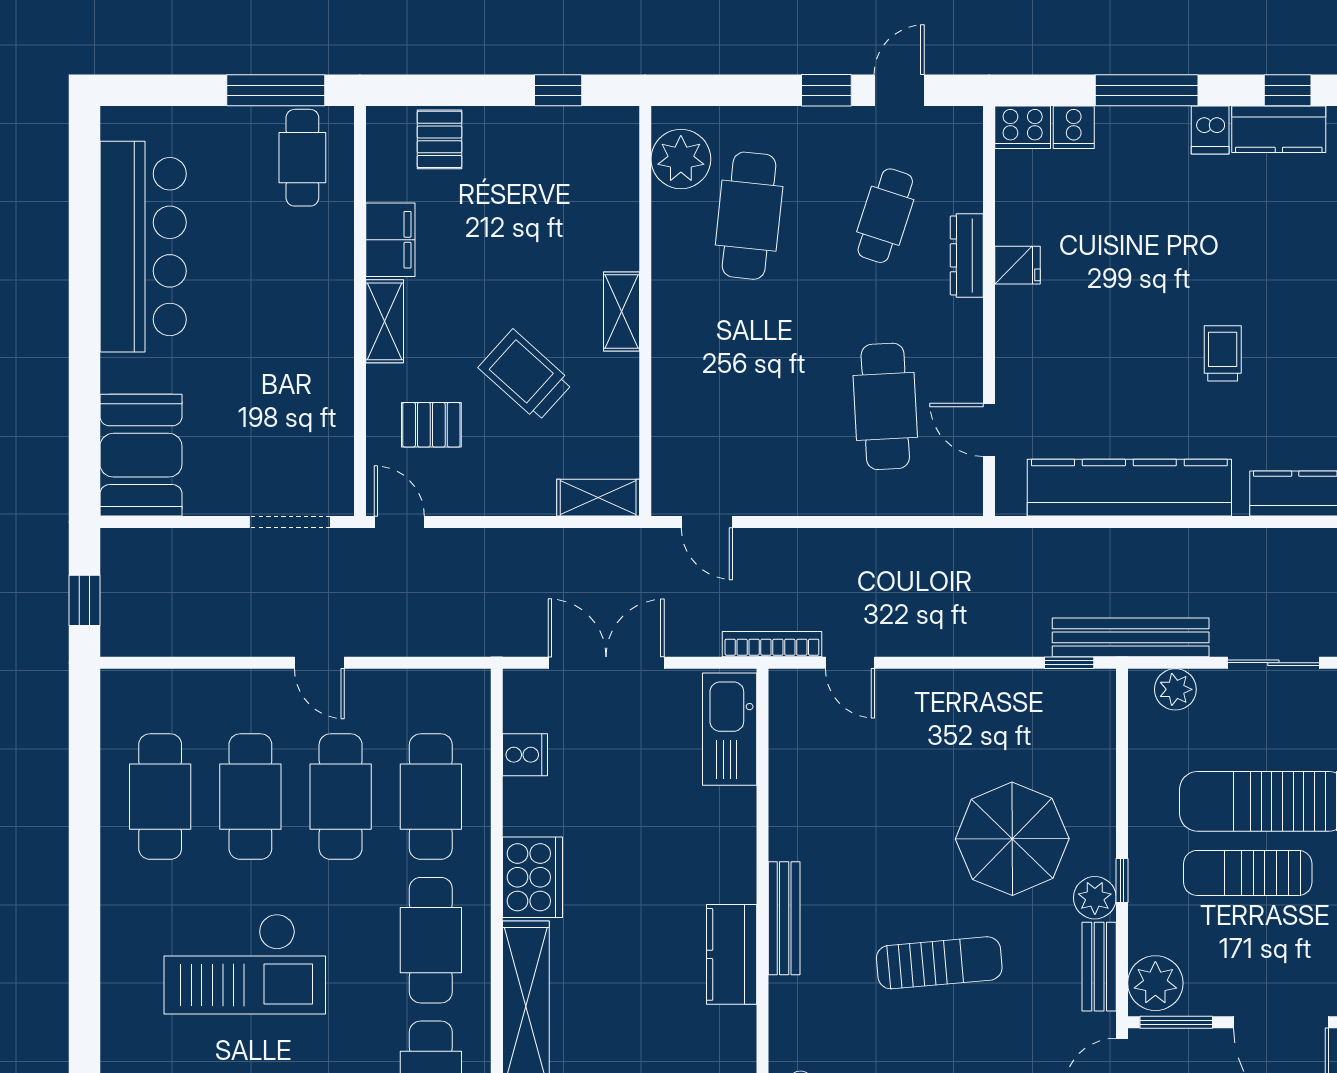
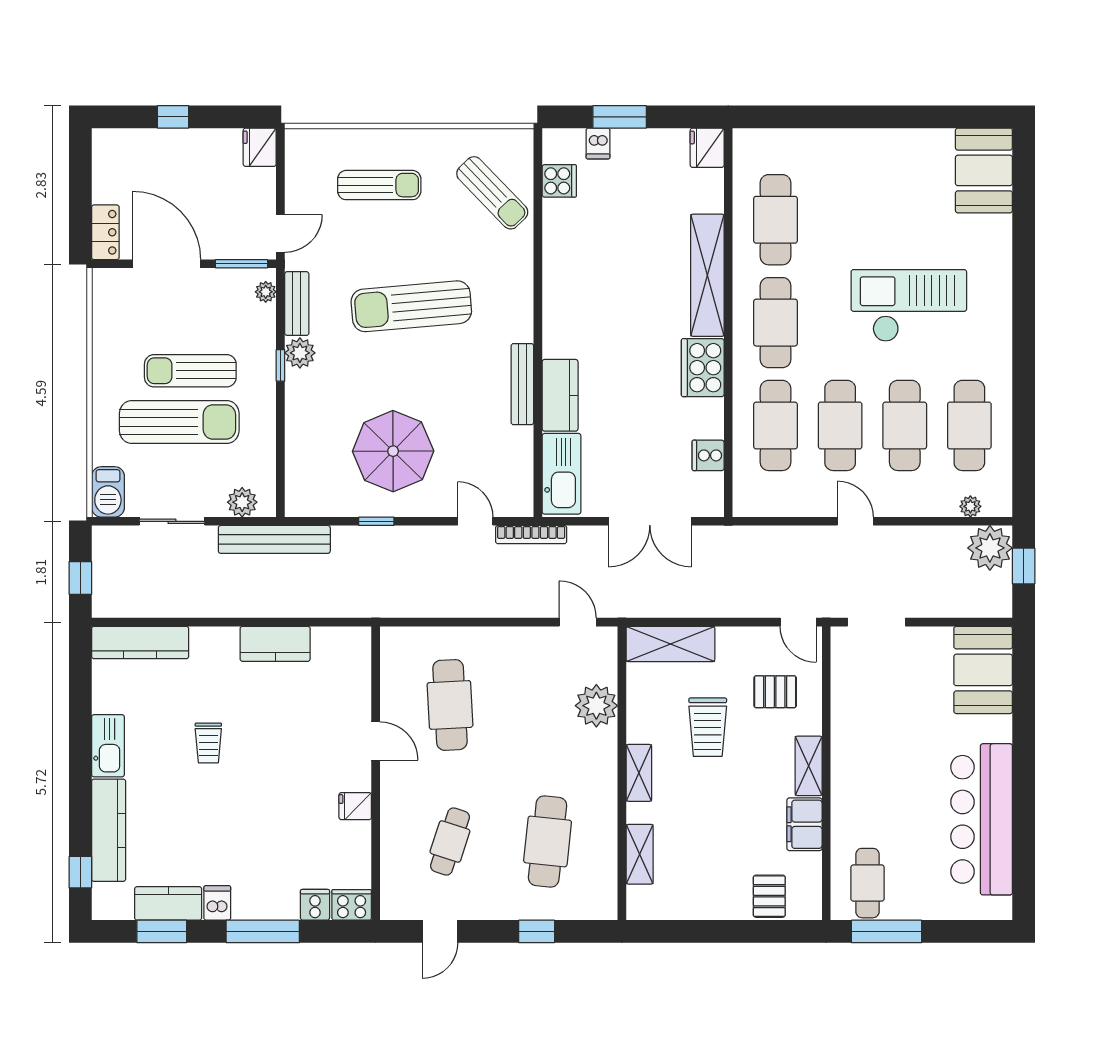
window: (558, 90) -> (684, 931), removed
window: (826, 90) -> (537, 931), moved
window: (1288, 90) -> (162, 931), width x1.50
plant: (681, 159) -> (596, 706), moved
shelving: (621, 198) -> (640, 854), added
dresser: (967, 255) -> (392, 813), removed
trolley: (525, 375) -> (708, 727), turned 48
door: (989, 430) -> (376, 741), moved
kitchen counter: (1129, 488) -> (275, 644), width x0.48, depth x0.86
shelving: (598, 498) -> (670, 644), width x1.50, depth x1.33
plant: (131, 626) -> (990, 548), added
window: (1069, 663) -> (376, 521), moved
plant: (159, 684) -> (970, 506), added
parasol: (1012, 839) -> (393, 451), moved
sun lounger: (1248, 873) -> (190, 371), turned 180
bench: (784, 918) -> (522, 384), moved
kitchen counter: (732, 954) -> (560, 395), moved
sun lounger: (939, 963) -> (411, 306), width x1.36, depth x1.34
plant: (1155, 983) -> (266, 292), width x0.53, depth x0.53

